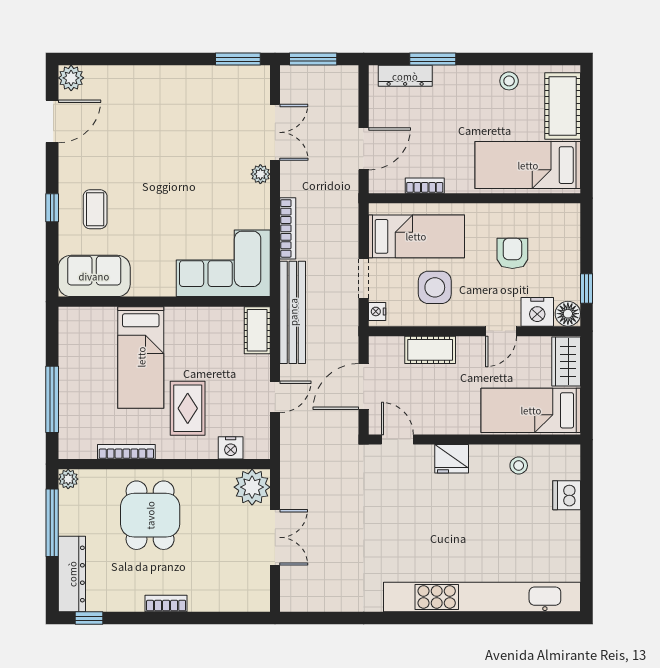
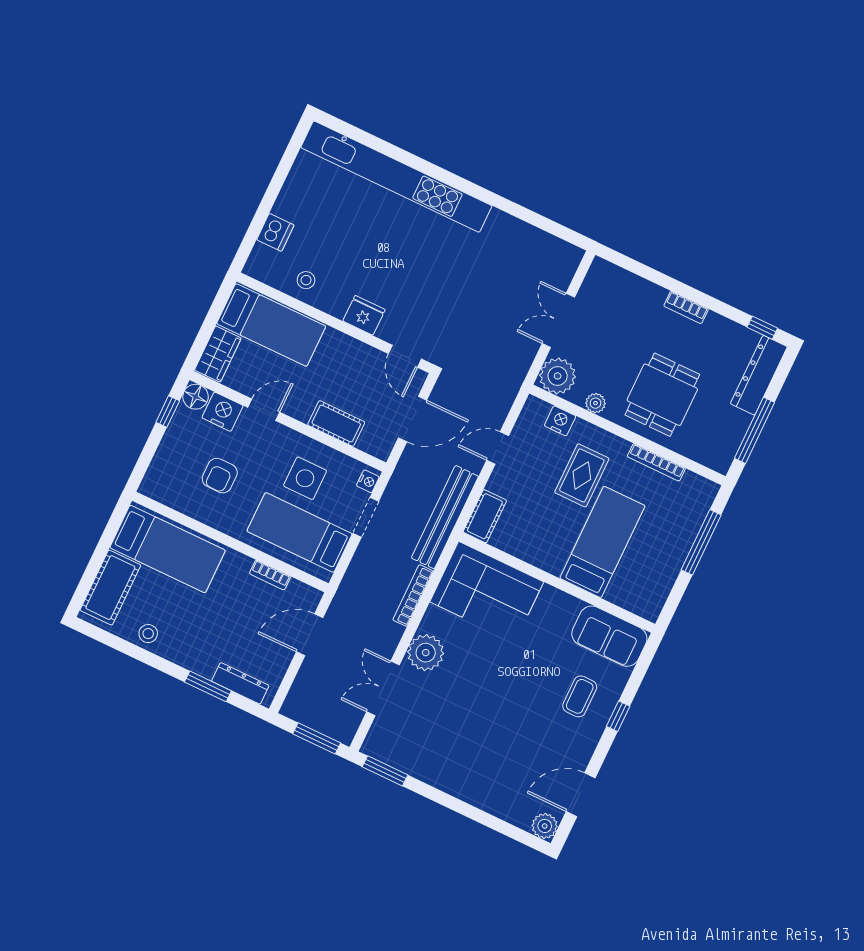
plant: (260, 174) -> (426, 653), width x1.88, depth x1.88
plant: (68, 479) -> (596, 403), moved

